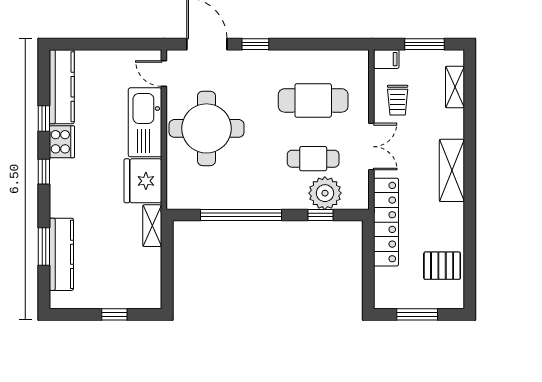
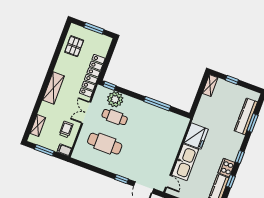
round table: (206, 128) -> (158, 149), removed
window: (241, 215) -> (157, 104), width x0.68
window: (320, 215) -> (109, 86), moved
shelving: (152, 226) -> (210, 85), moved
pallet: (442, 266) -> (74, 46), turned 90

